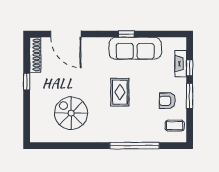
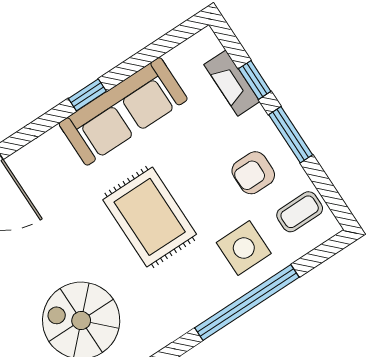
rug: (120, 92) -> (150, 217), width x1.36, depth x1.43
side table: (146, 125) -> (244, 248), added

